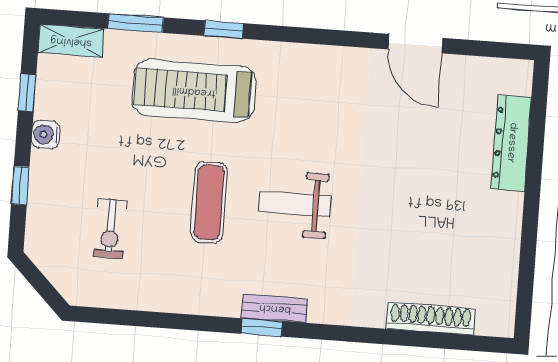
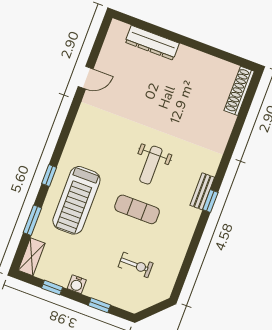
door: (415, 44) -> (86, 78), width x0.73
shoe rack: (431, 319) -> (239, 91), moved

